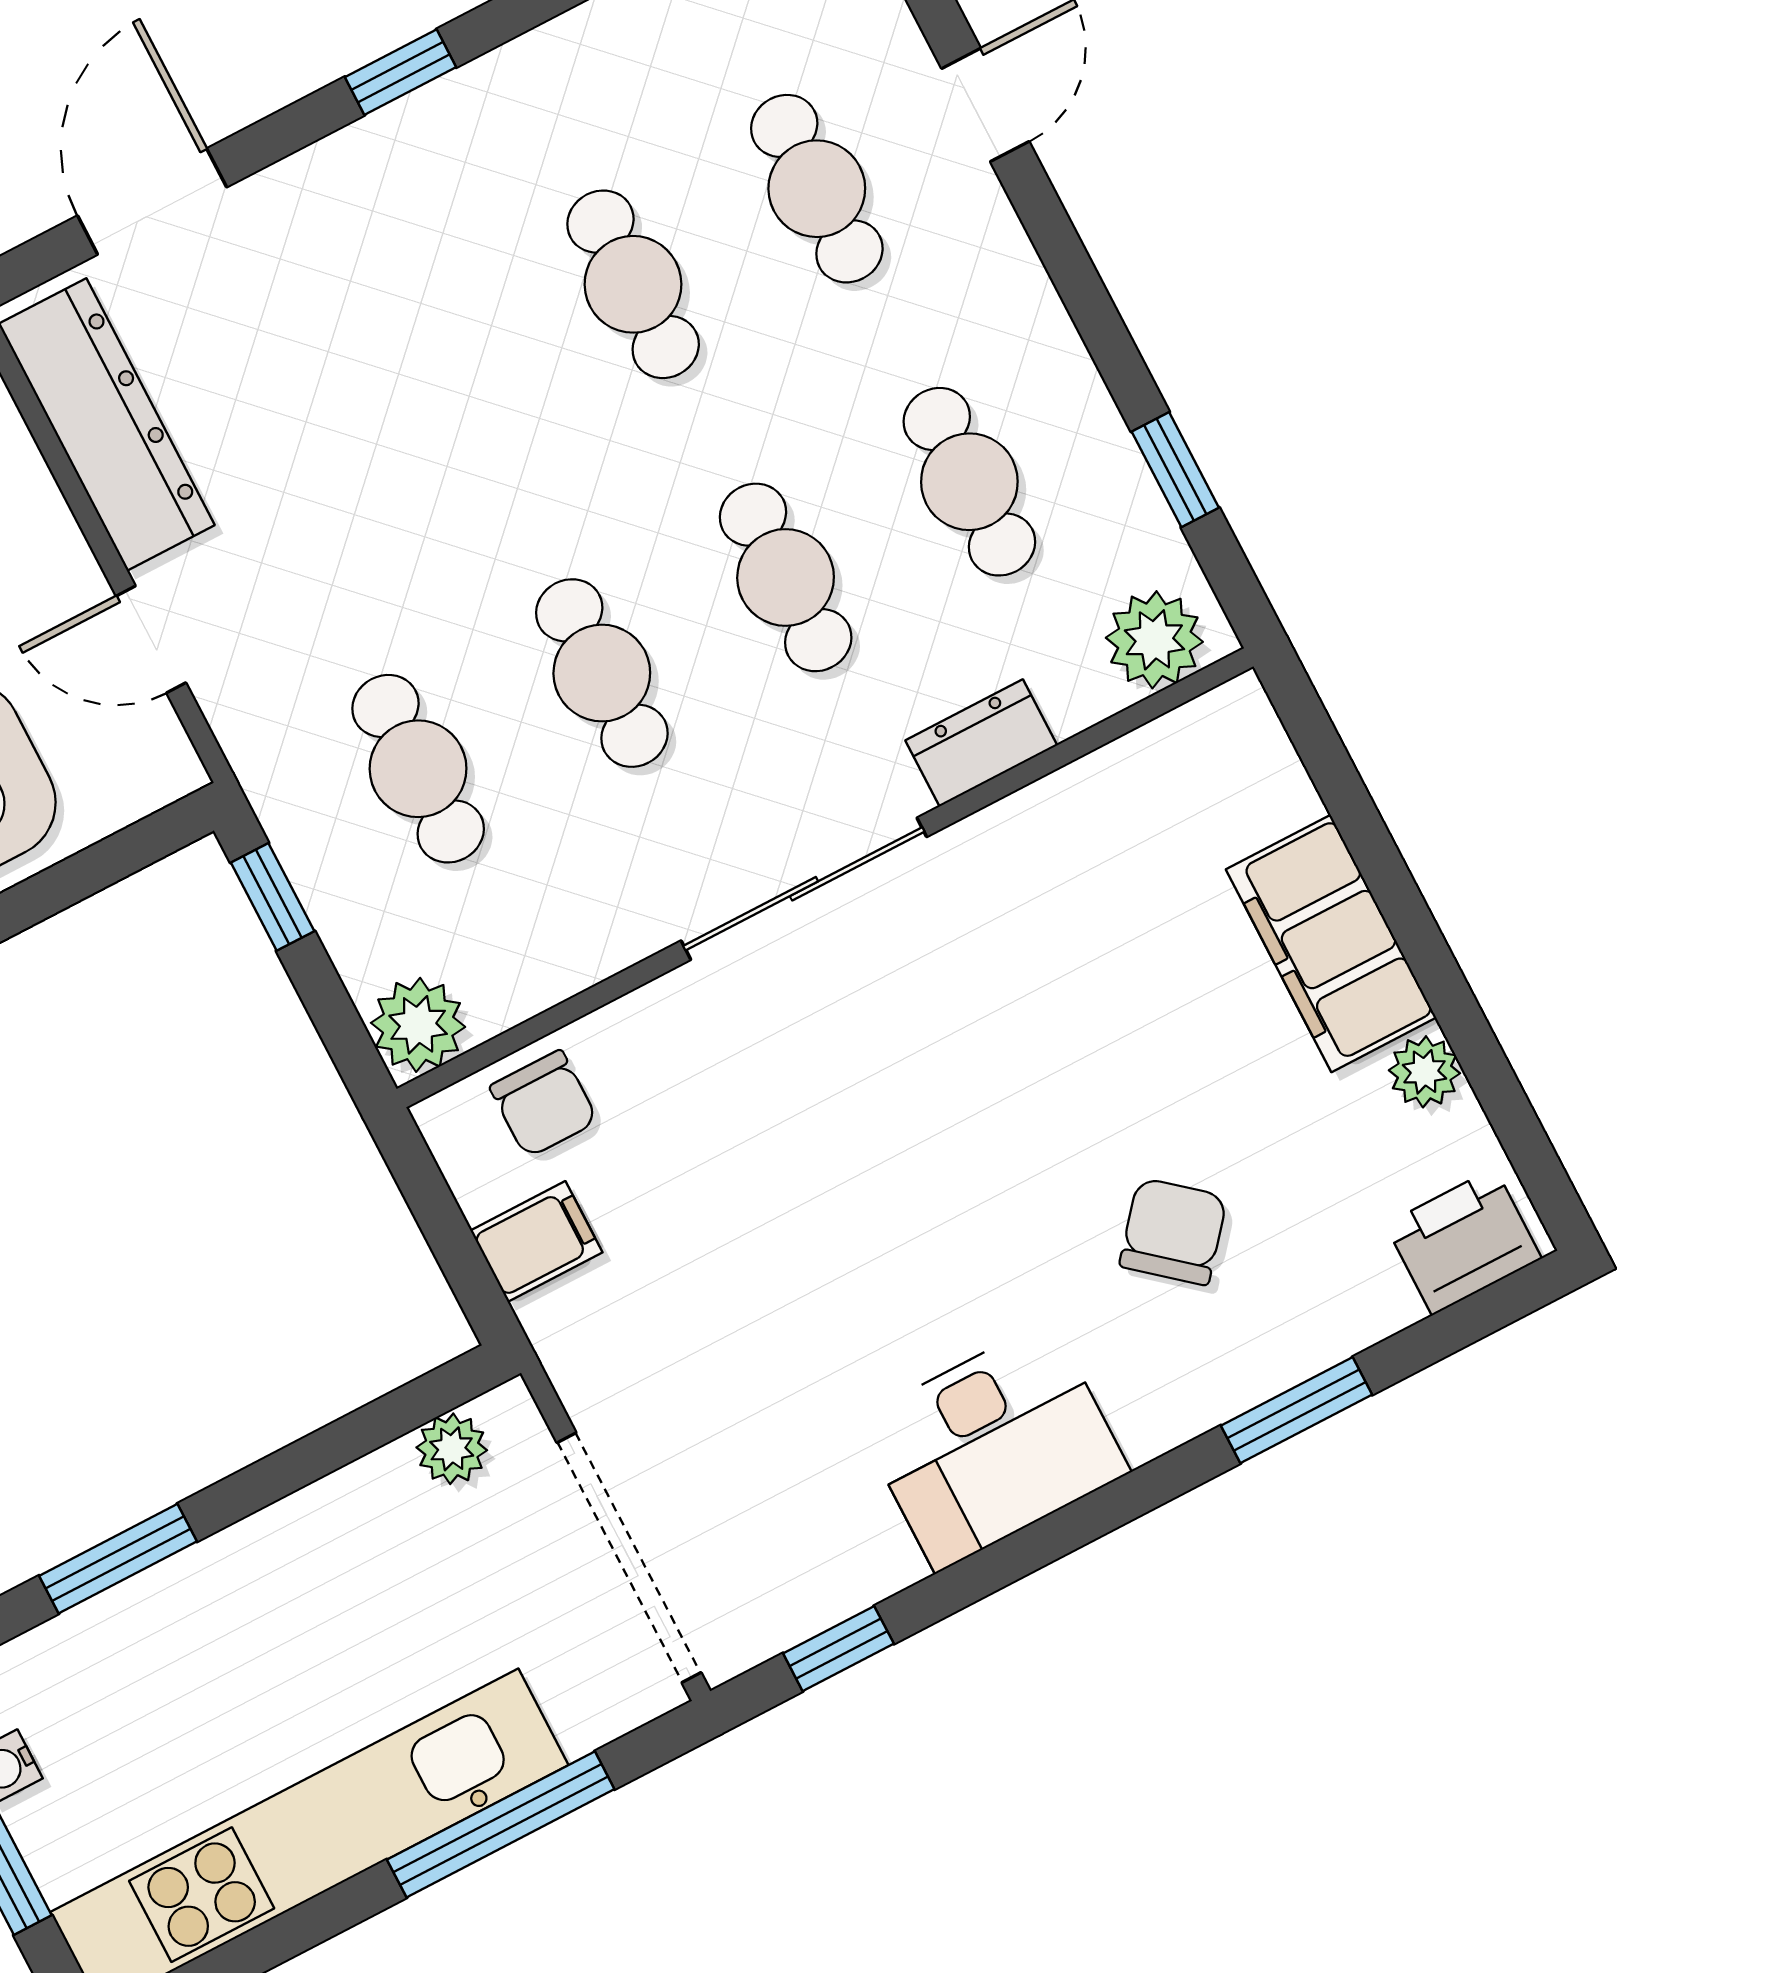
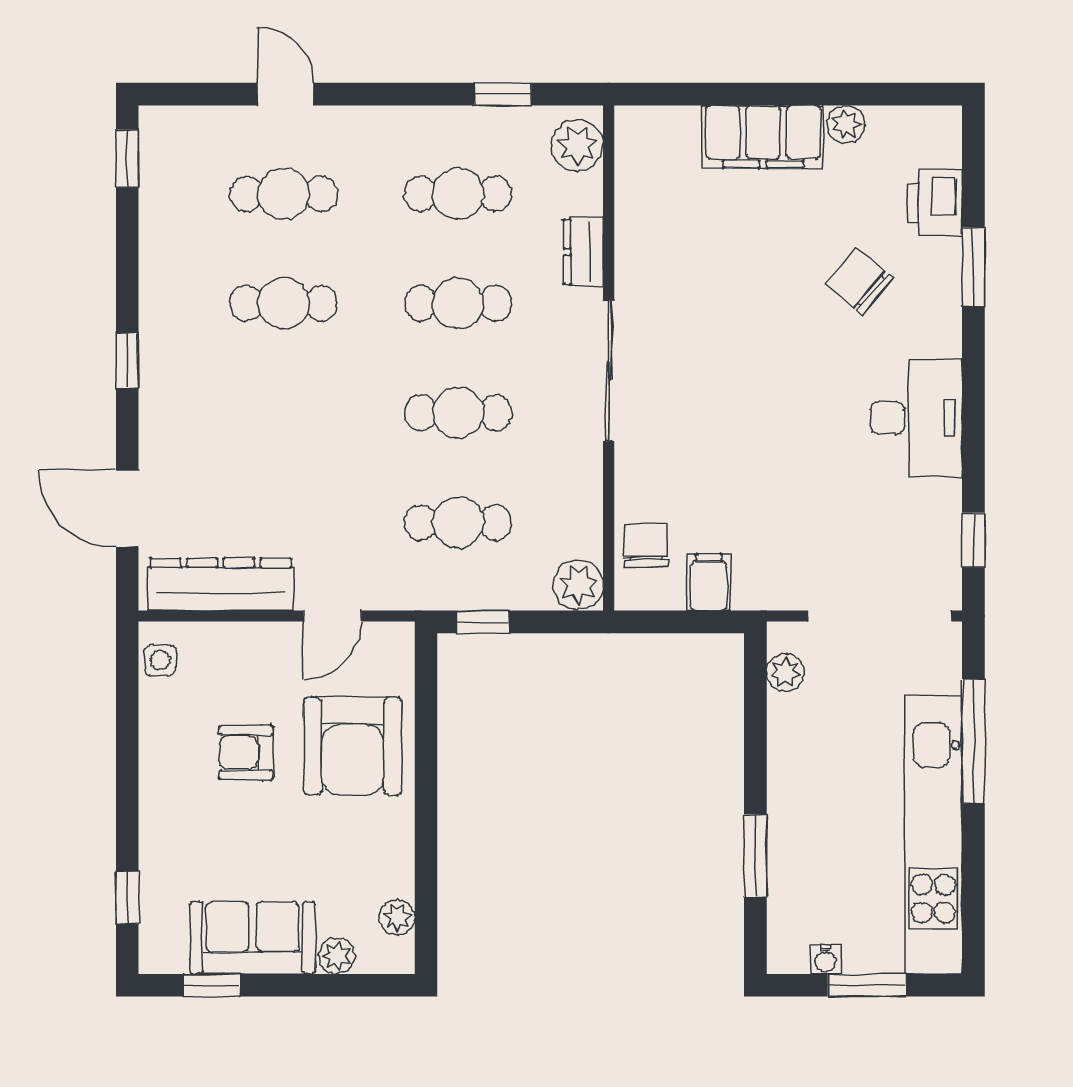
chair: (544, 1104) -> (646, 545), turned -91
printer: (1463, 1241) -> (935, 203), moved

